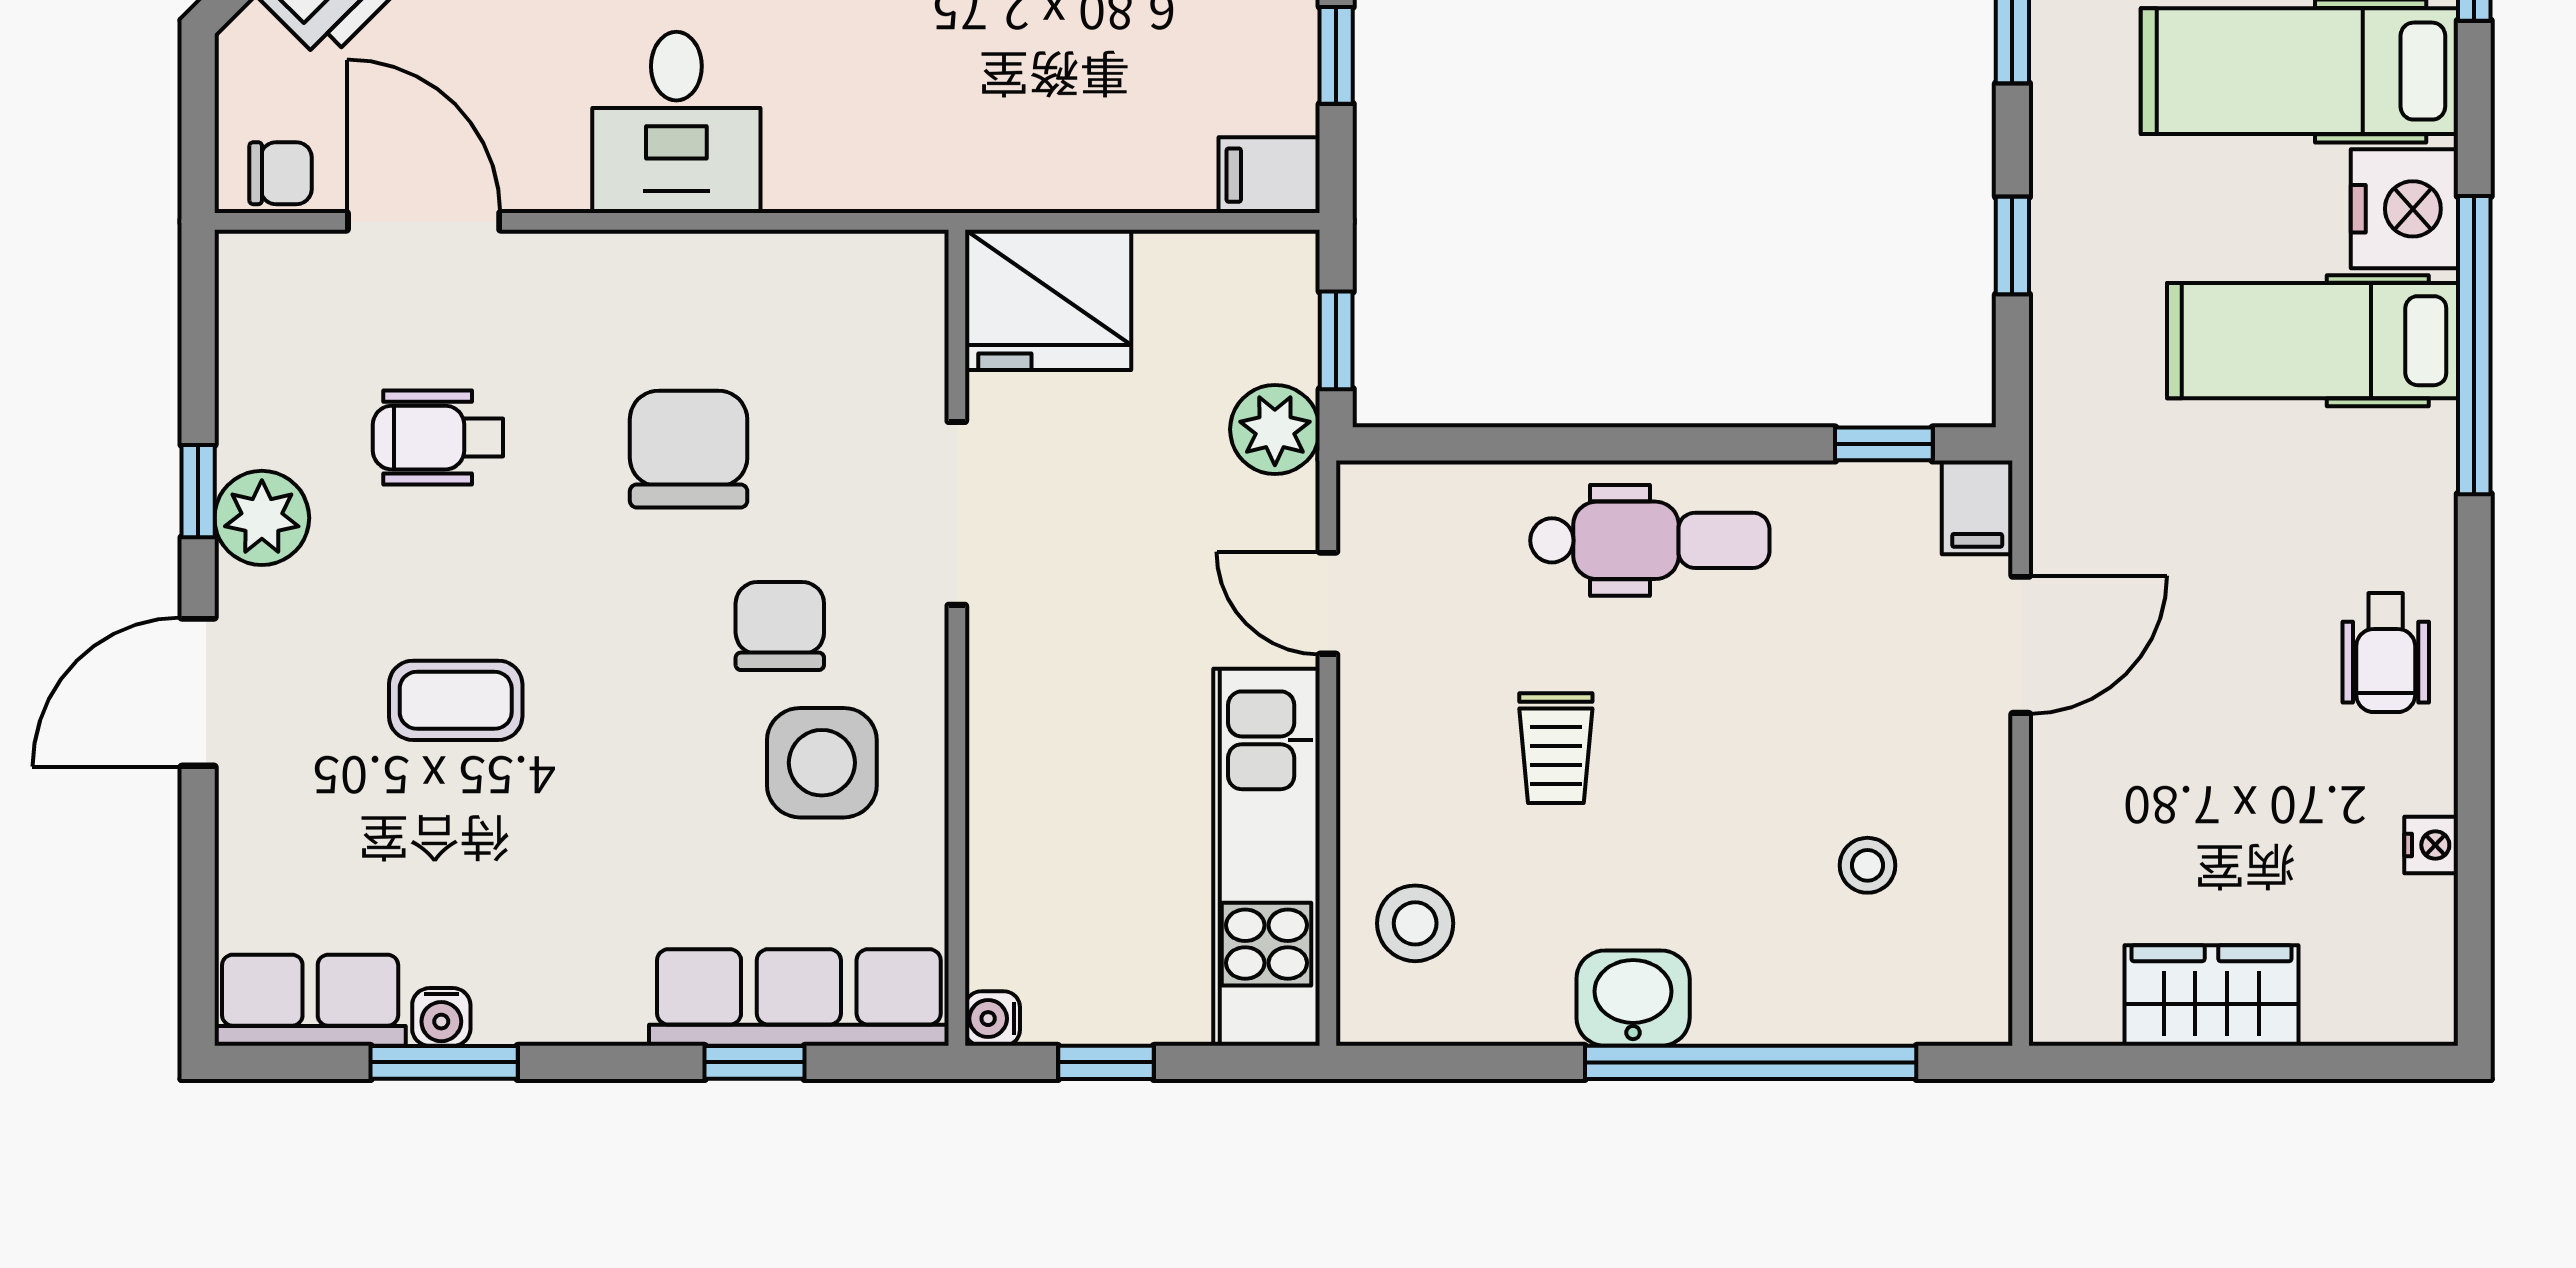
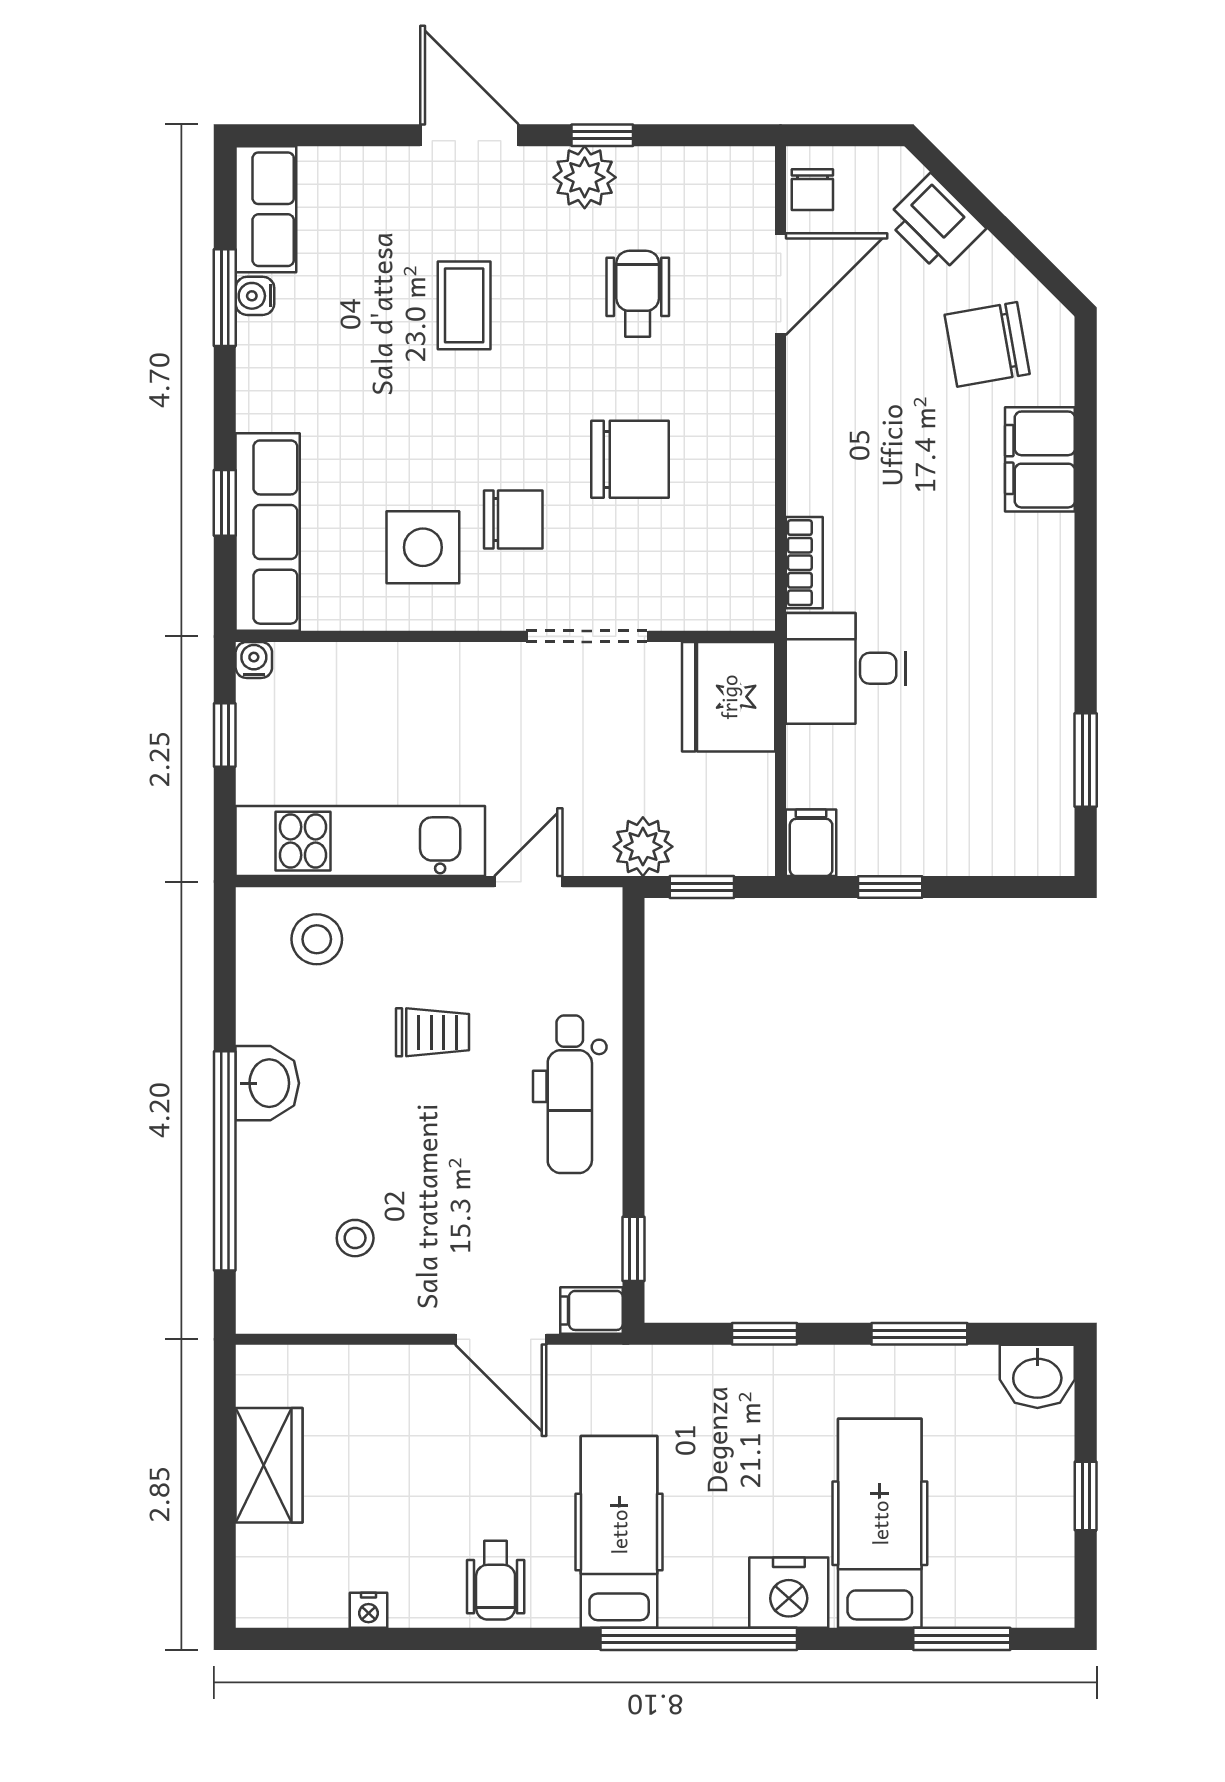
desk: (676, 122) -> (846, 668), moved
bookcase: (845, 185) -> (804, 563), added
hospital bed: (2312, 341) -> (619, 1532), moved
wheelchair: (2386, 653) -> (496, 1580), turned -90
trolley: (1556, 748) -> (433, 1032), turned 180

